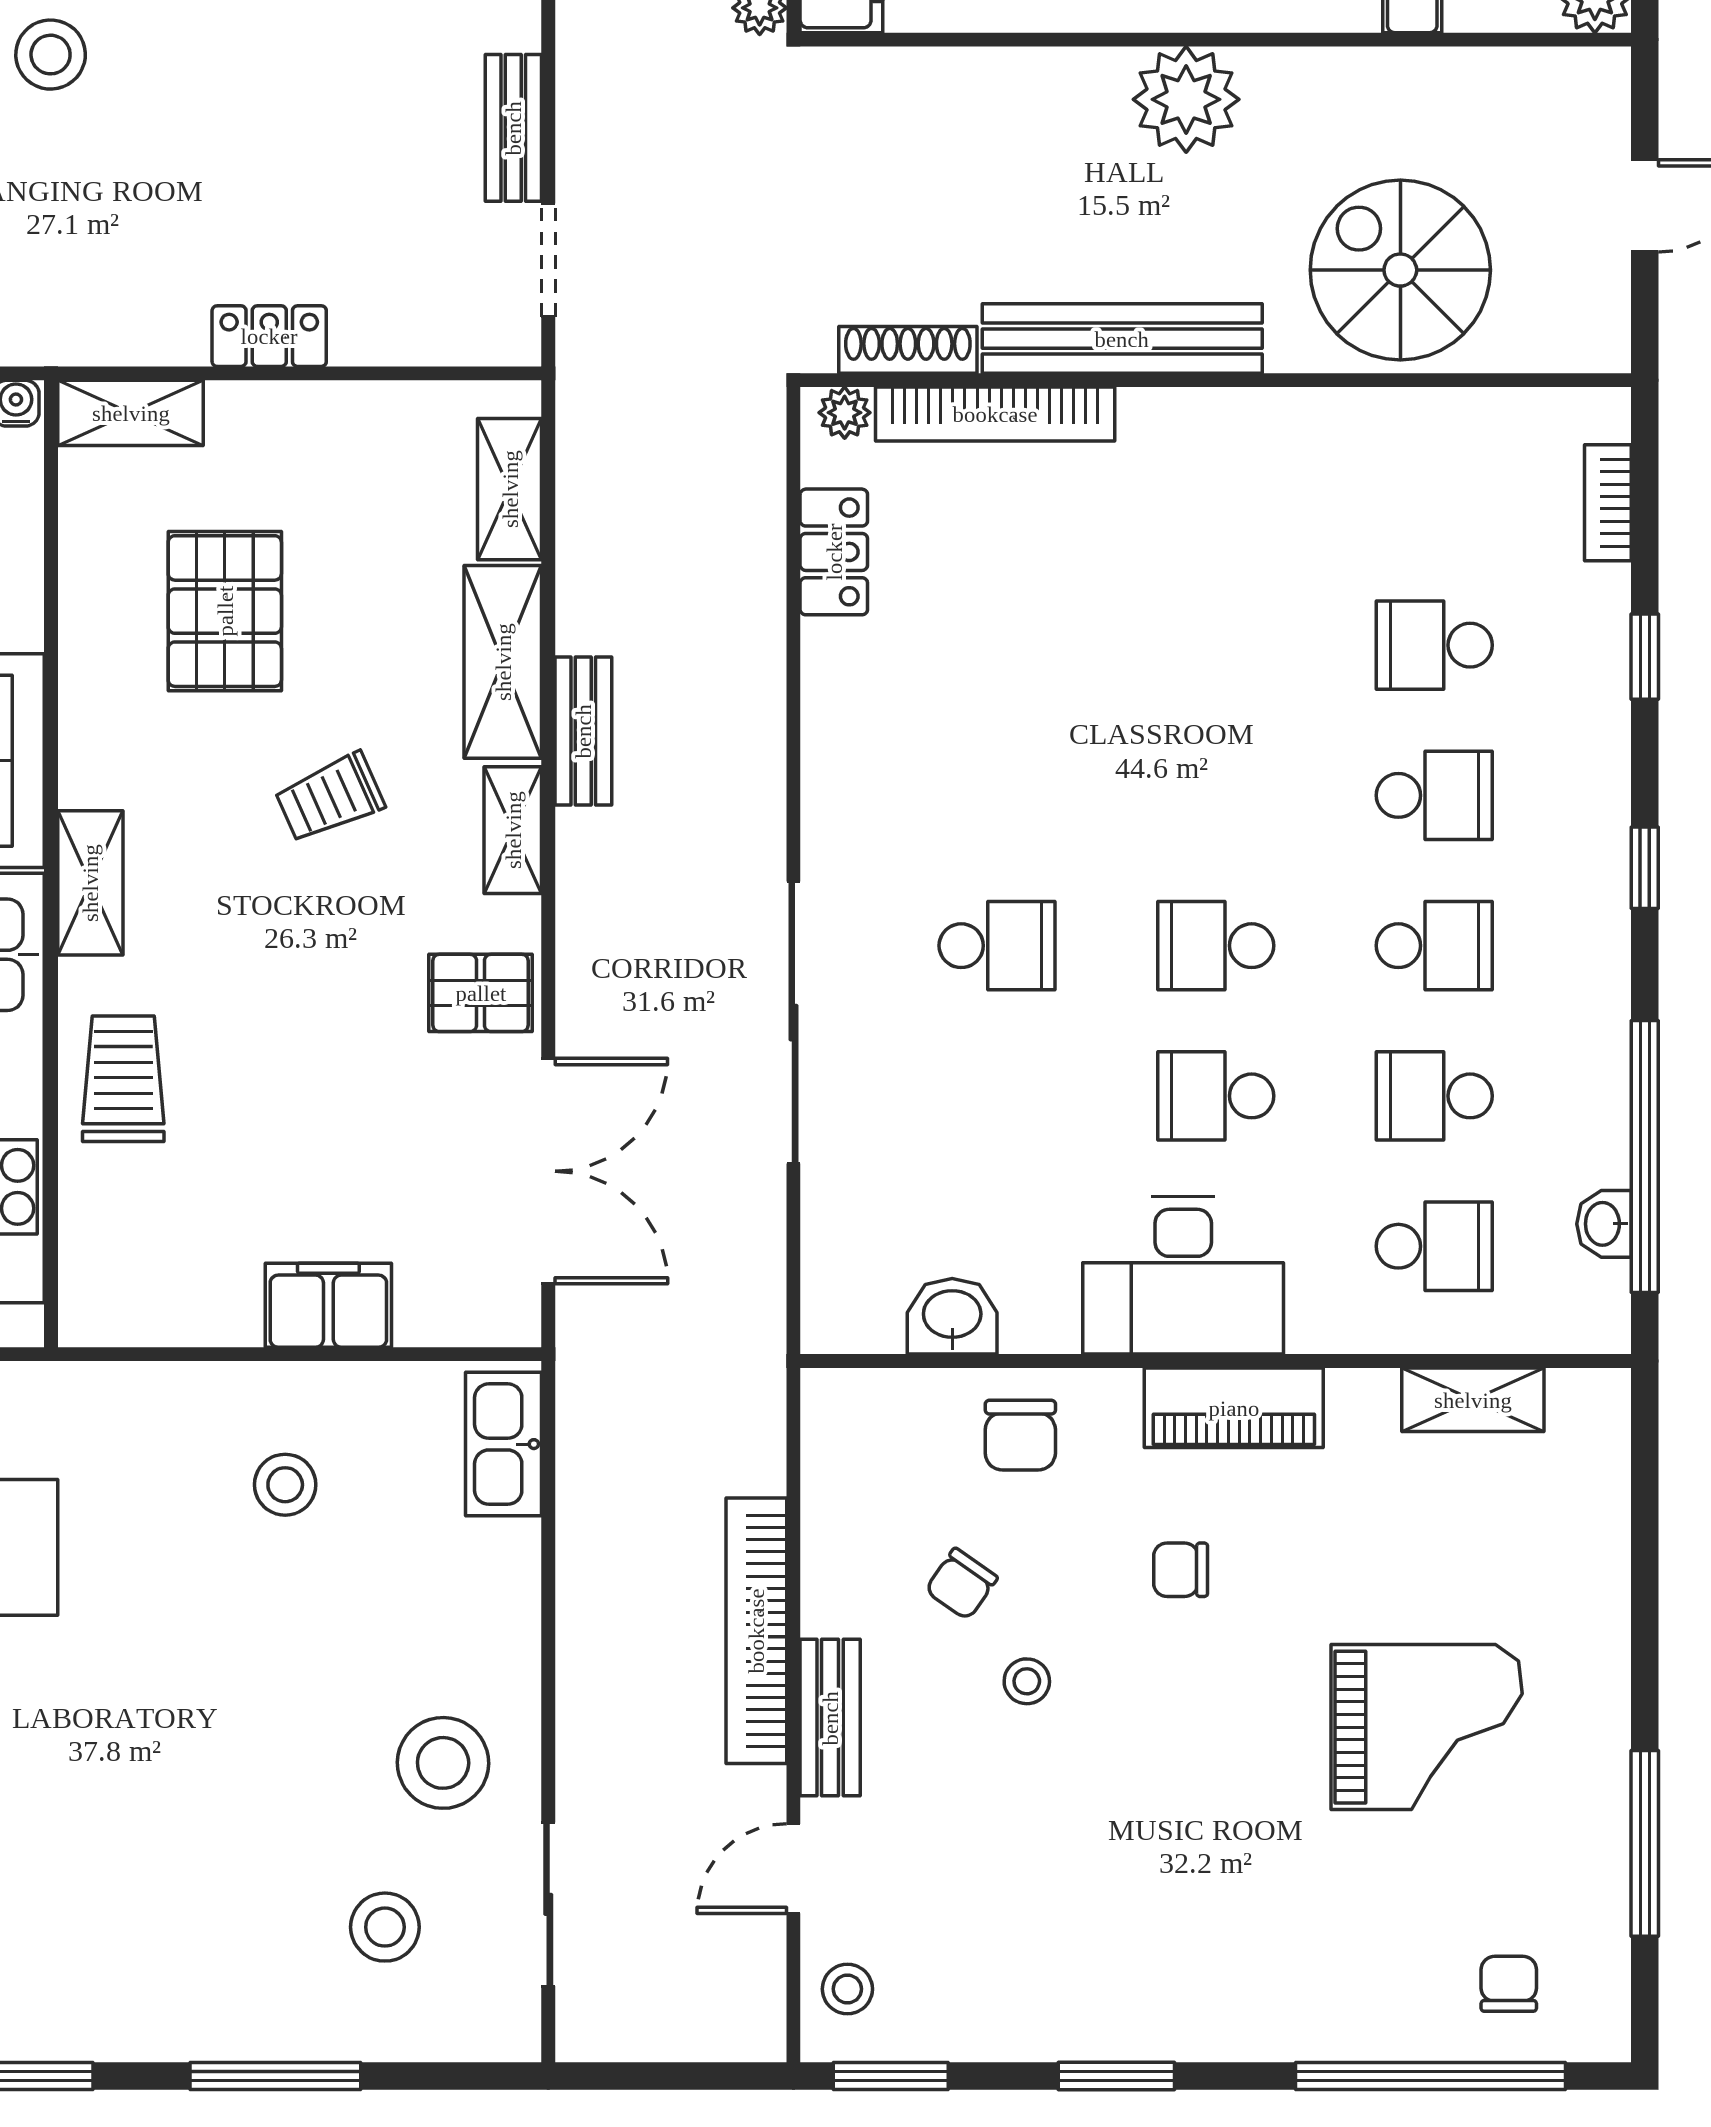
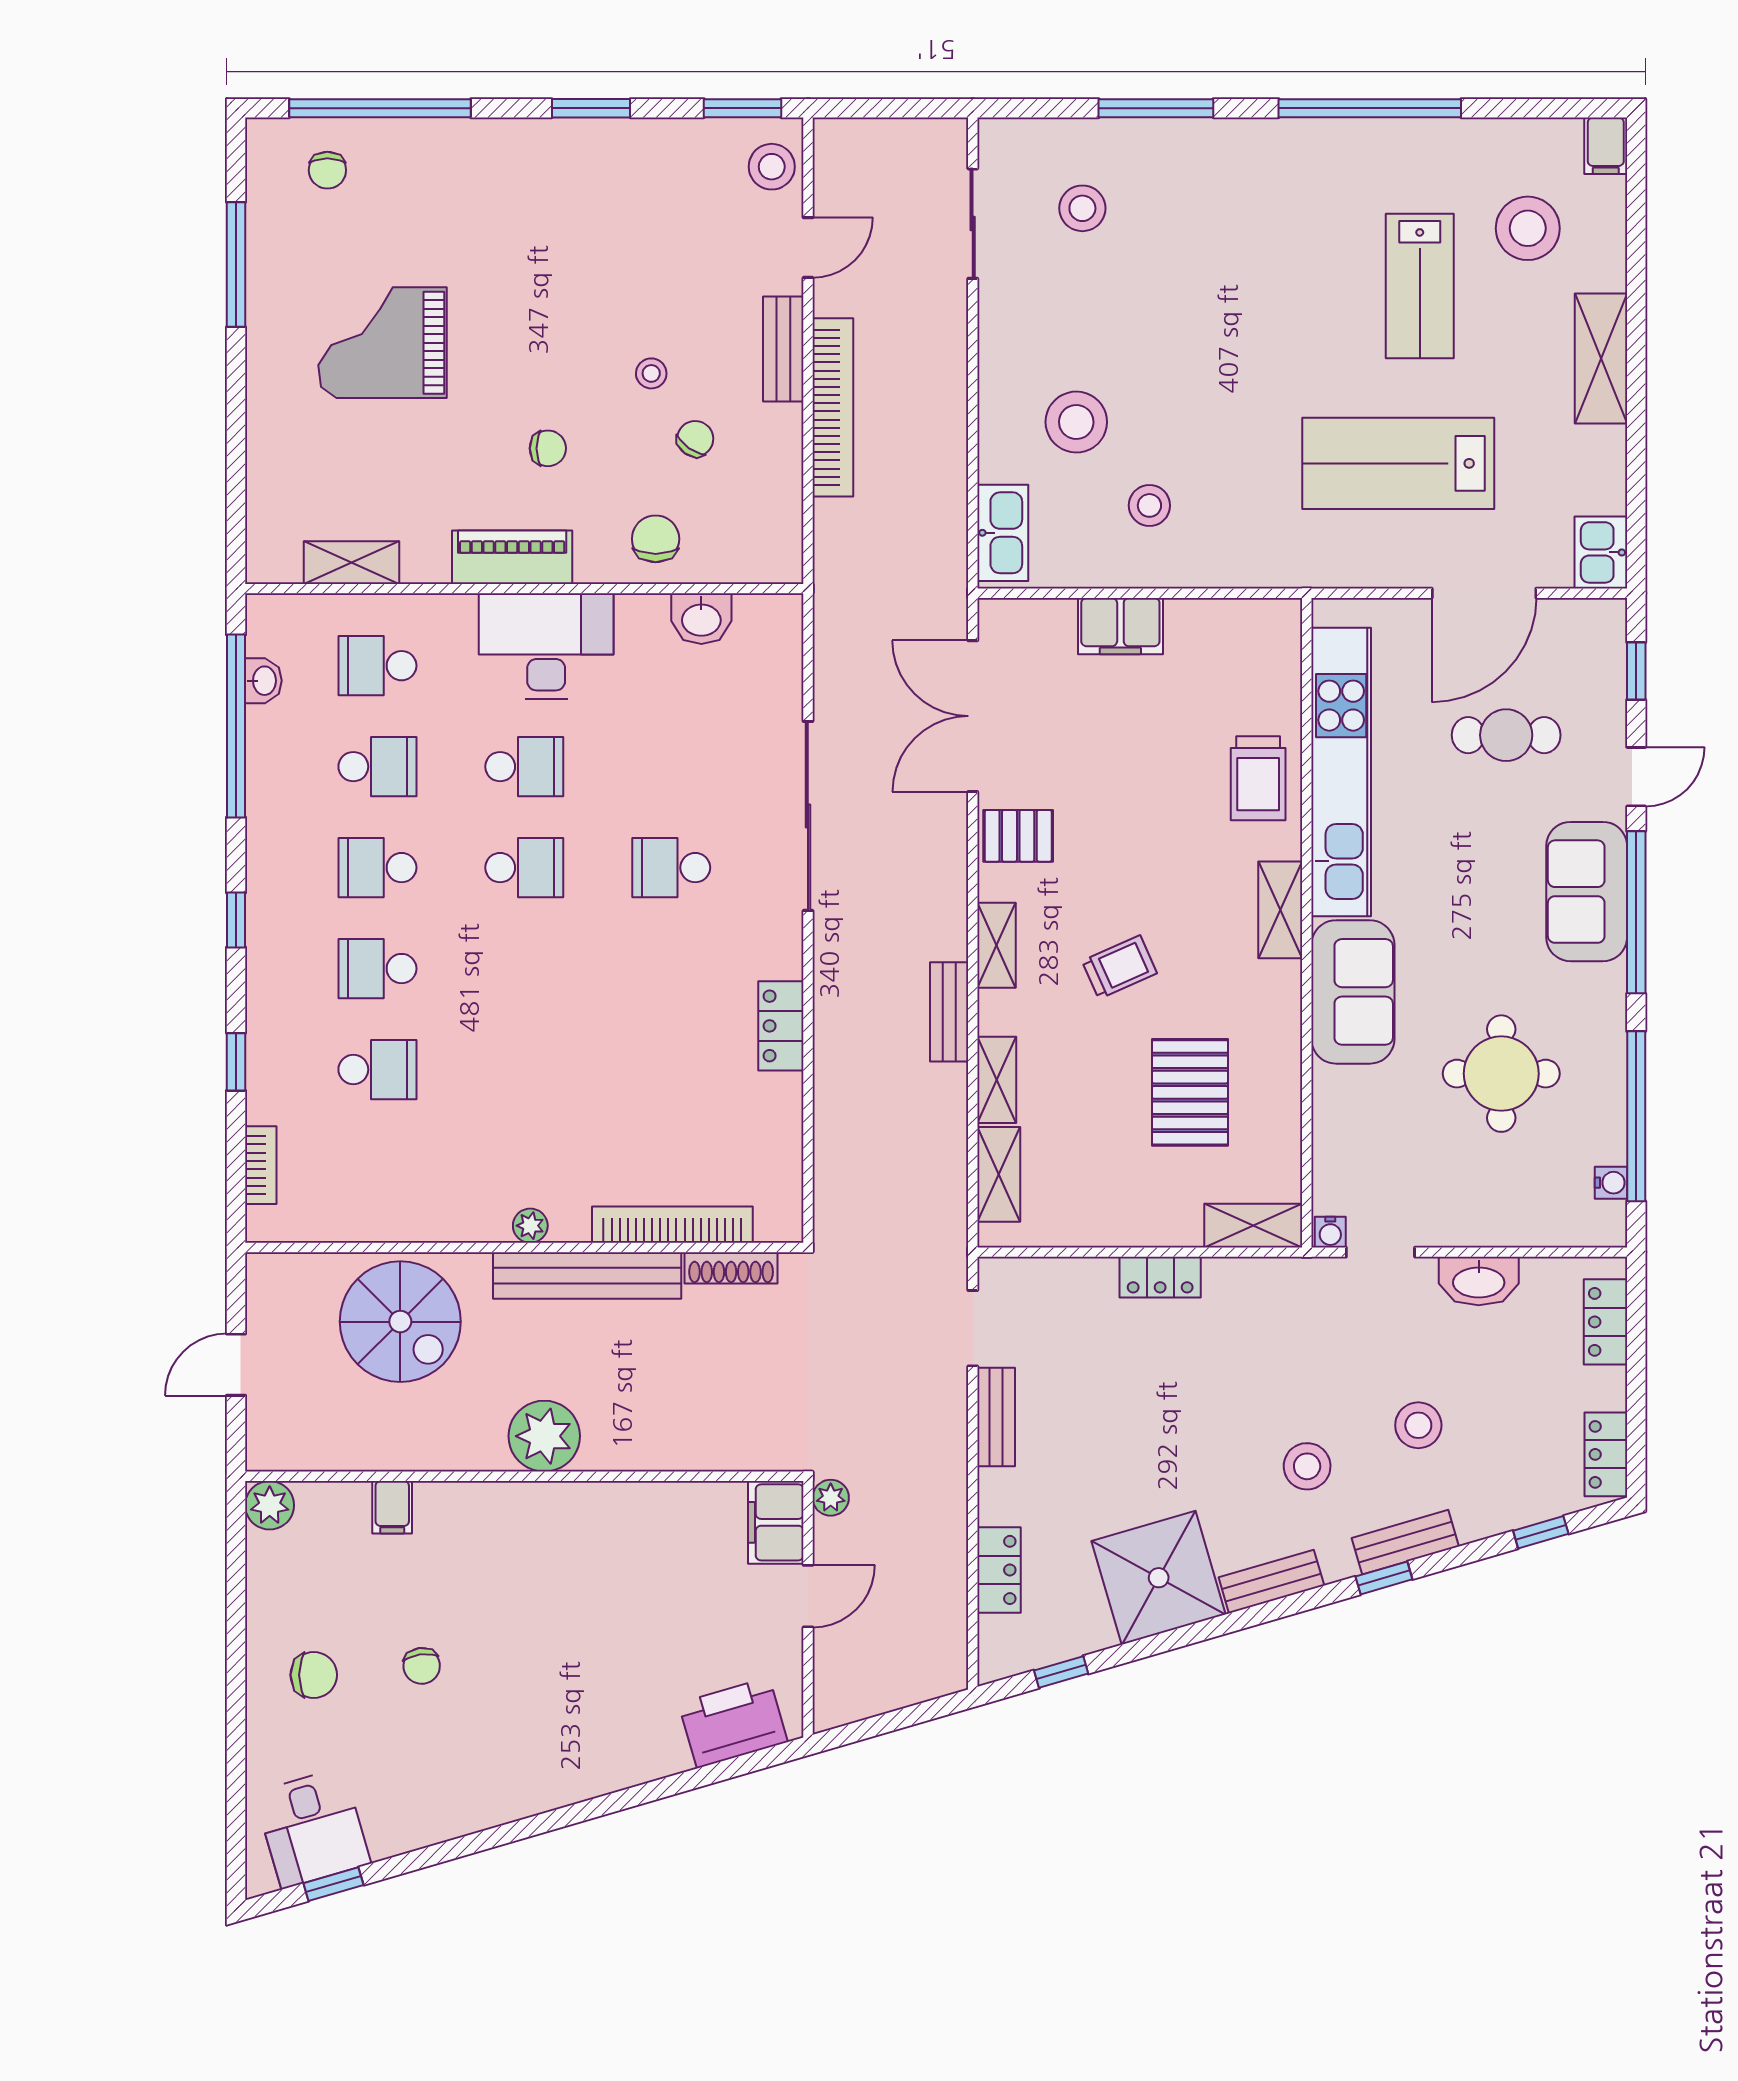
plant: (845, 413) -> (530, 1226), moved
locker: (834, 552) -> (781, 1026), moved
shelving: (503, 662) -> (997, 1080), width x0.67, depth x0.75
stool: (443, 1763) -> (1076, 422), moved
stool: (847, 1989) -> (772, 167), width x1.37, depth x1.37

